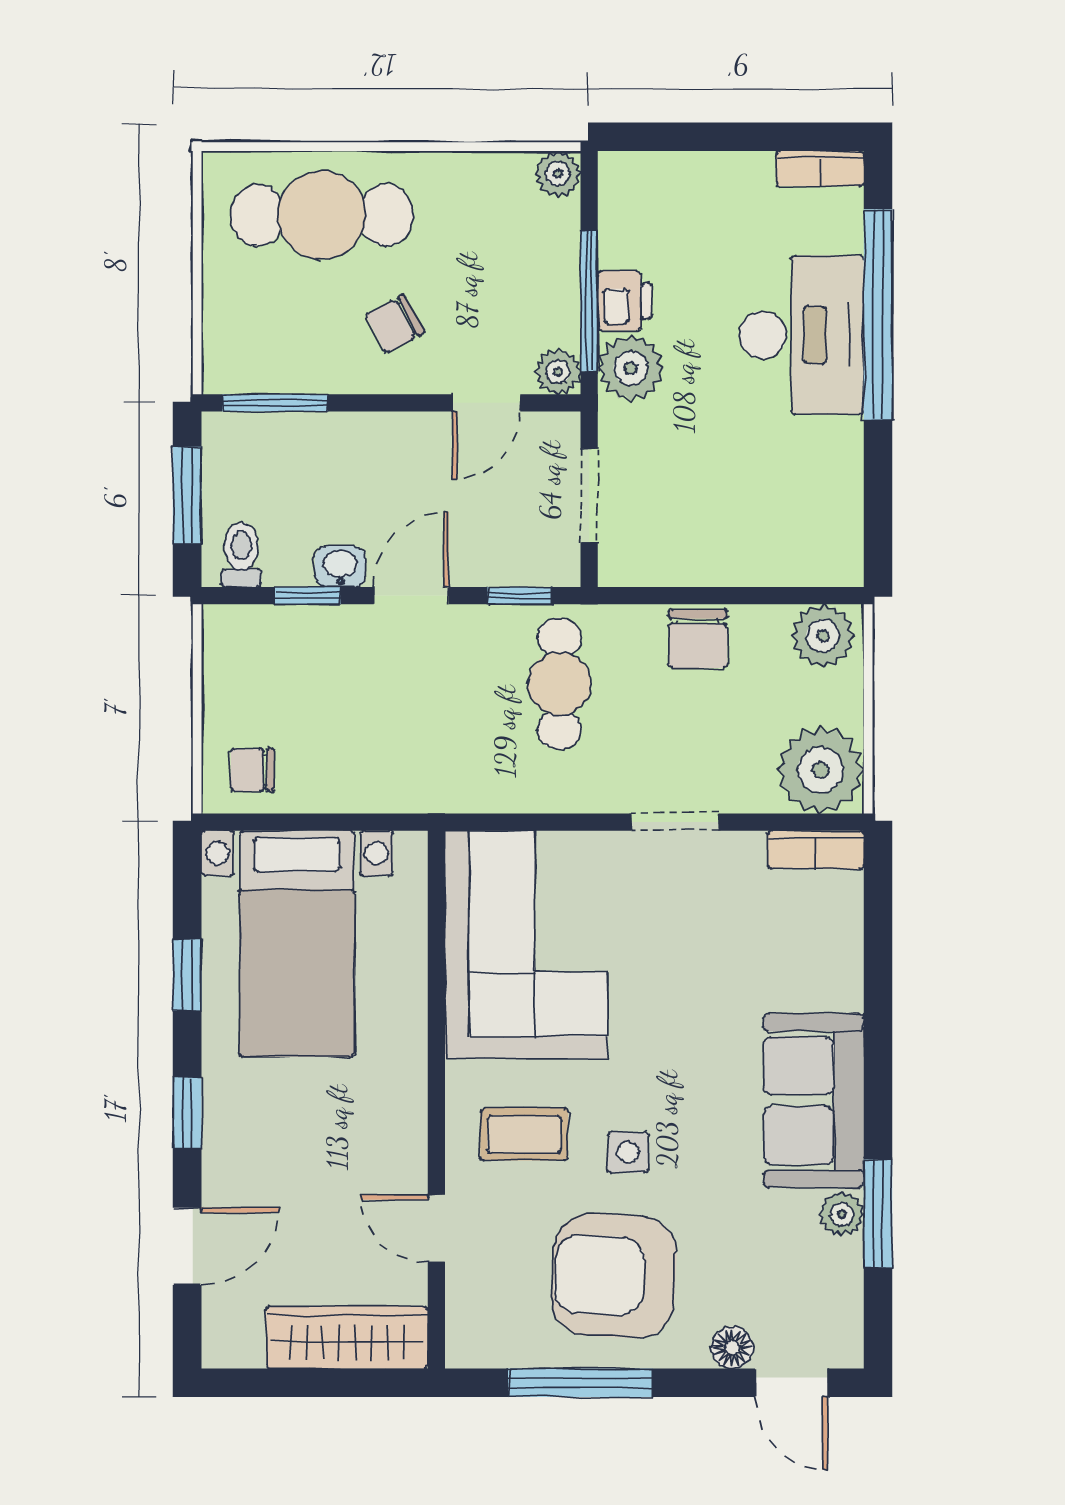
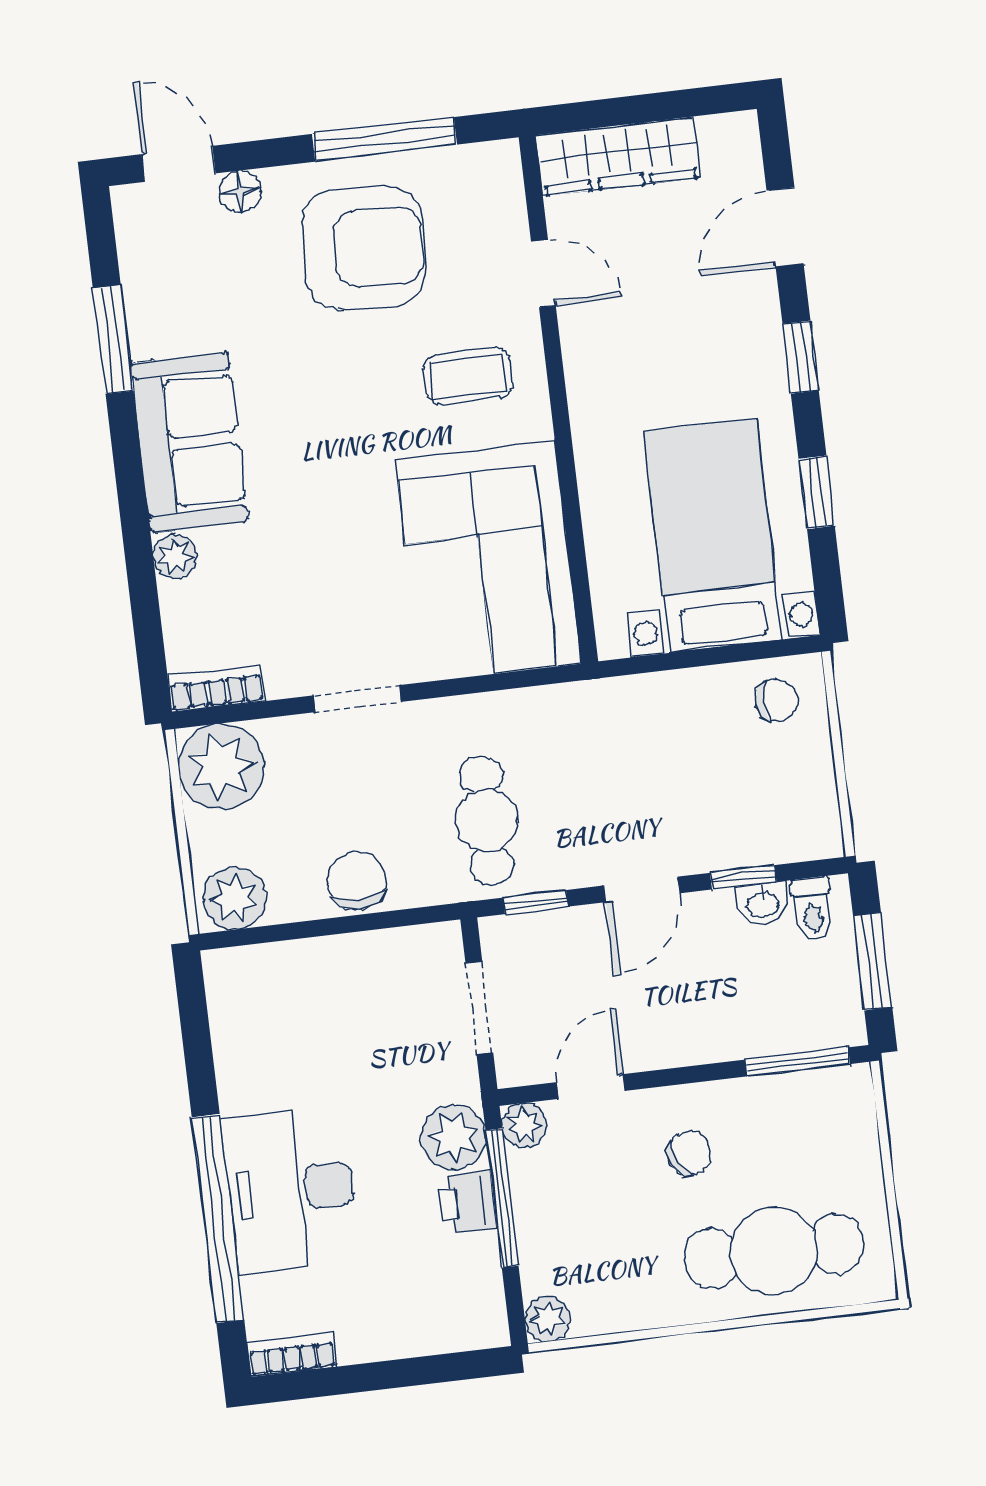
washbasin: (340, 567) -> (763, 904), moved
side table: (628, 1152) -> (365, 370), removed
plant: (842, 1214) -> (175, 557), moved

